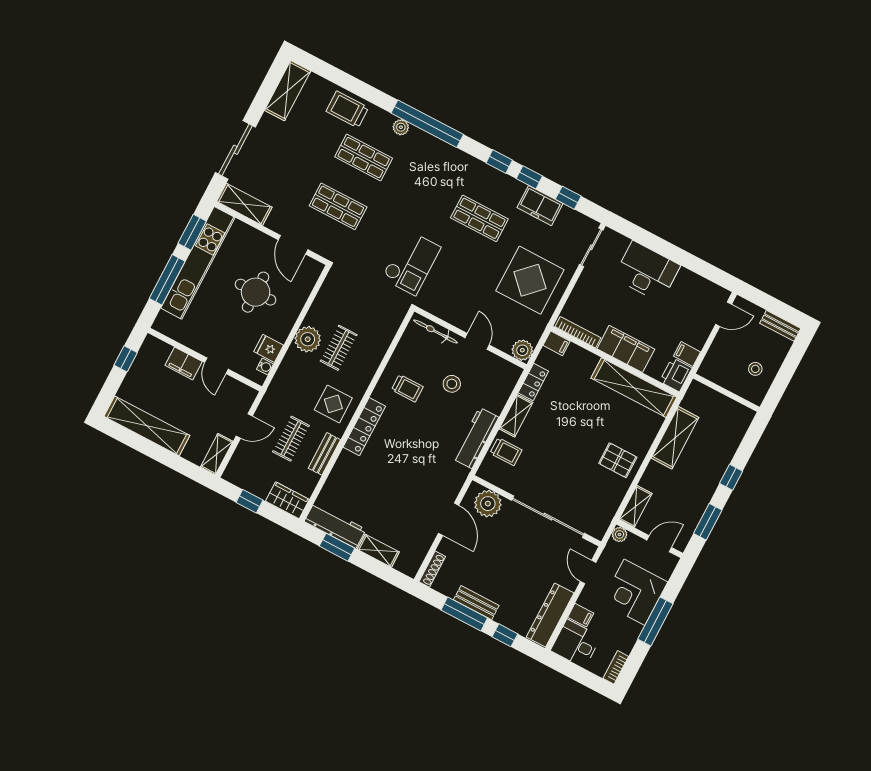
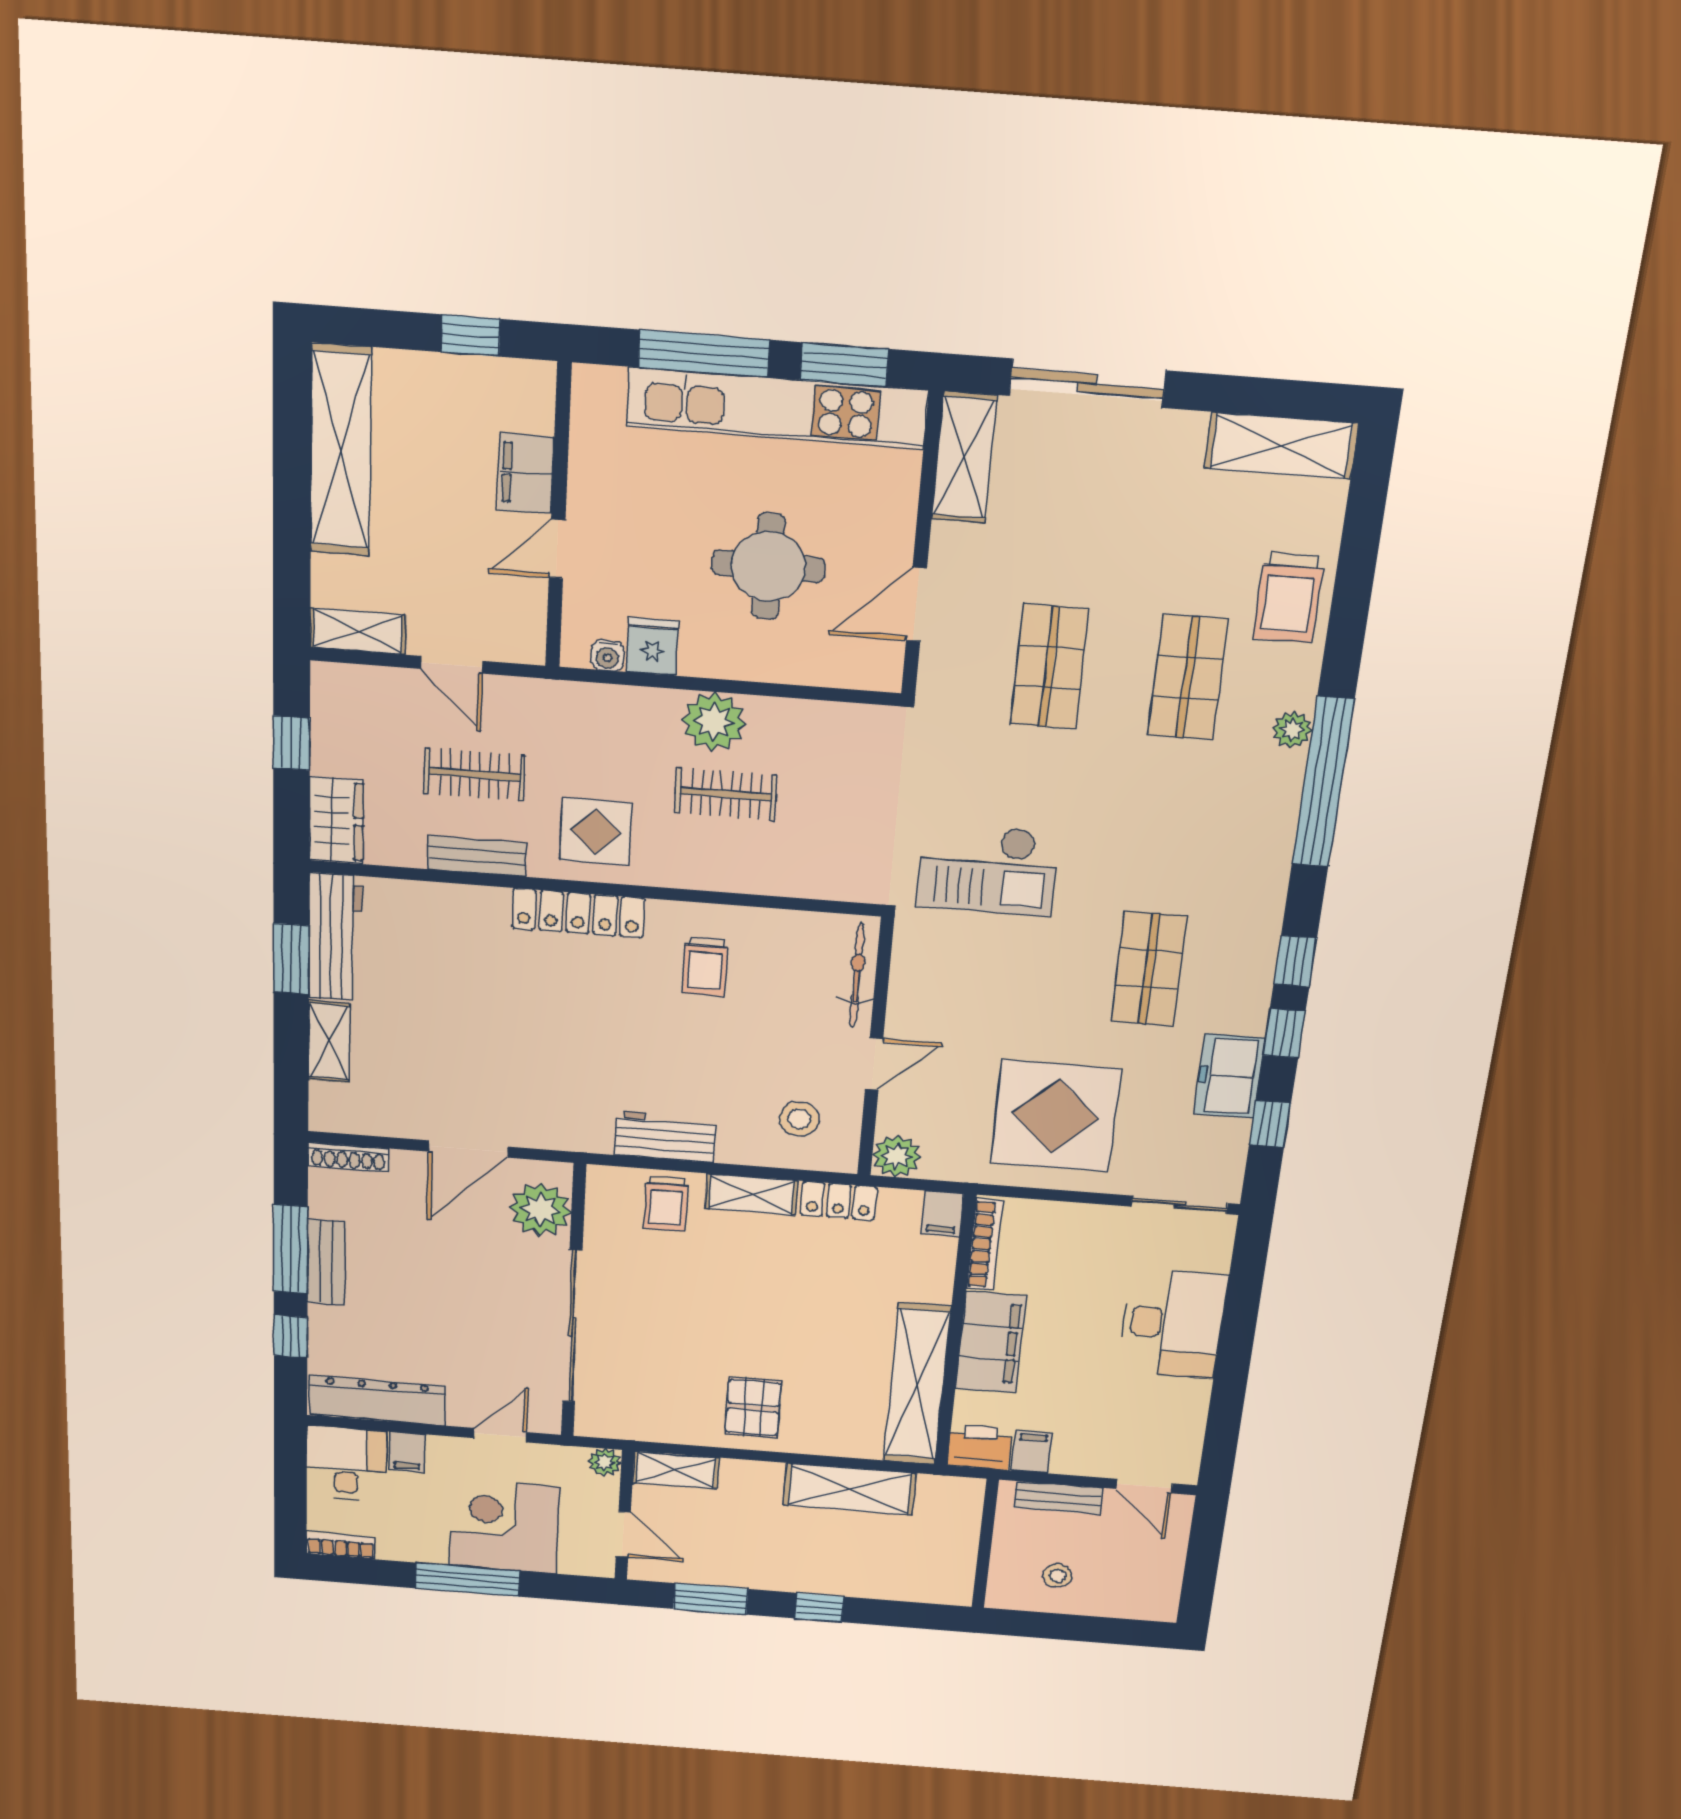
trolley: (347, 109) -> (1288, 598), turned 180
bench: (780, 326) -> (1058, 1498), moved, turned 90
stool: (452, 384) -> (799, 1119), moved
workbench: (476, 438) -> (666, 1137), width x0.73

